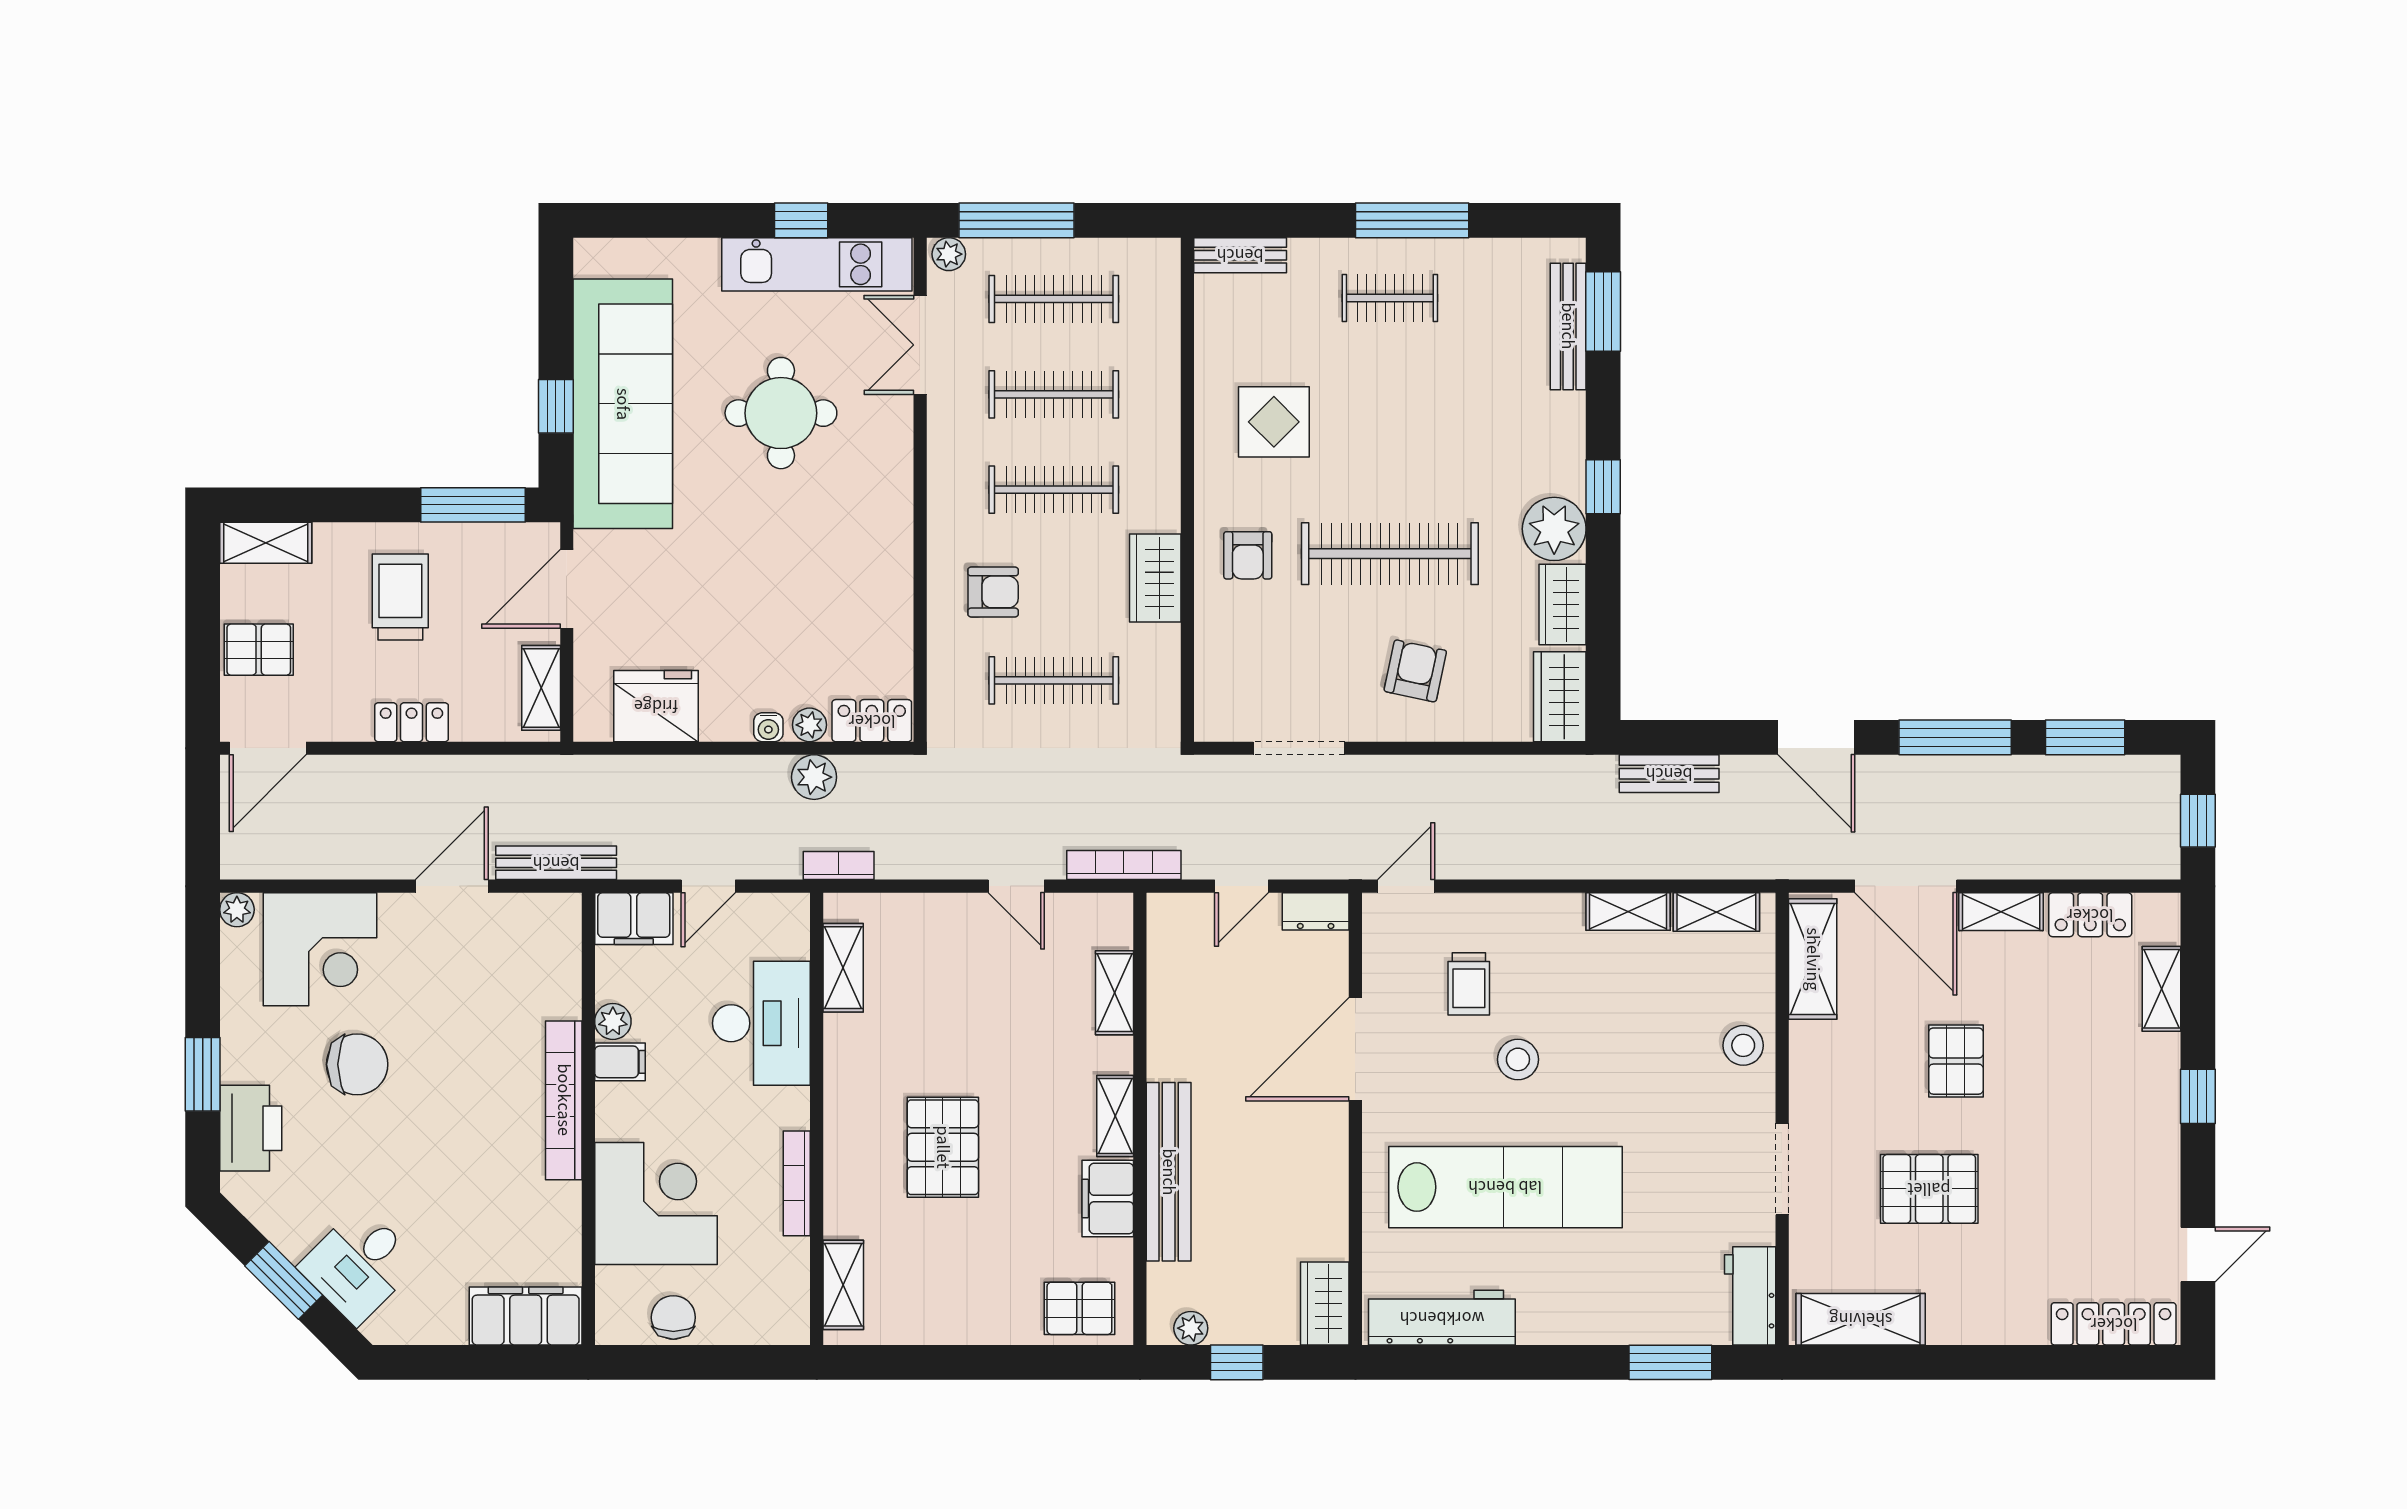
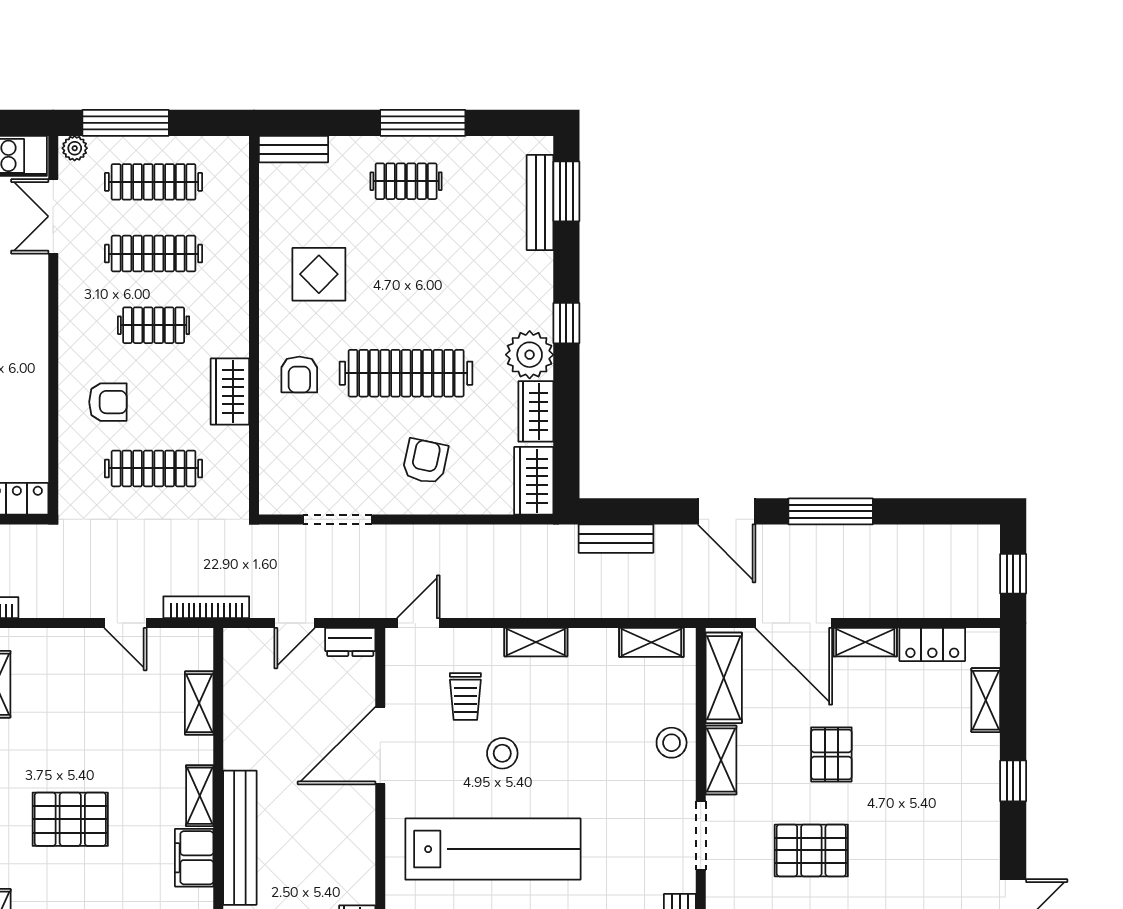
clothes rail: (1054, 490) -> (154, 325), width x0.73
window: (2085, 737) -> (928, 511), removed
shelving: (1628, 912) -> (536, 642), moved
shelving: (1809, 1068) -> (721, 760), added
pallet: (943, 1147) -> (70, 819), turned 90

